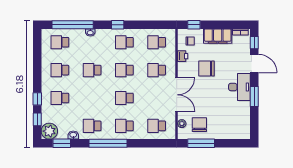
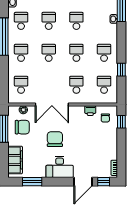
window: (118, 25) -> (121, 70), moved
filing cabinet: (218, 36) -> (15, 160), moved, turned 180
chair: (206, 68) -> (55, 139), moved
window: (254, 97) -> (32, 182), moved
school desk: (92, 98) -> (49, 21), added

